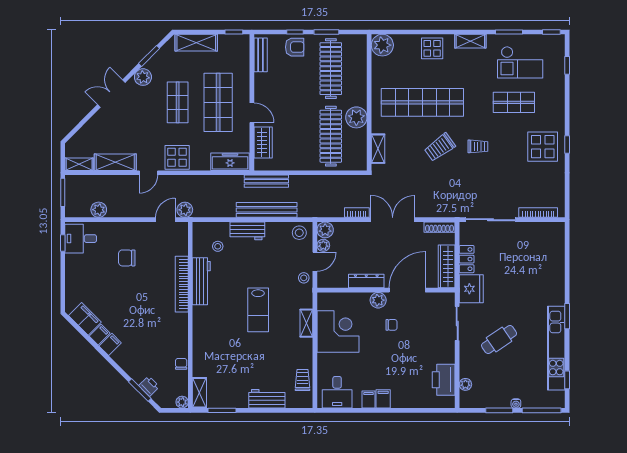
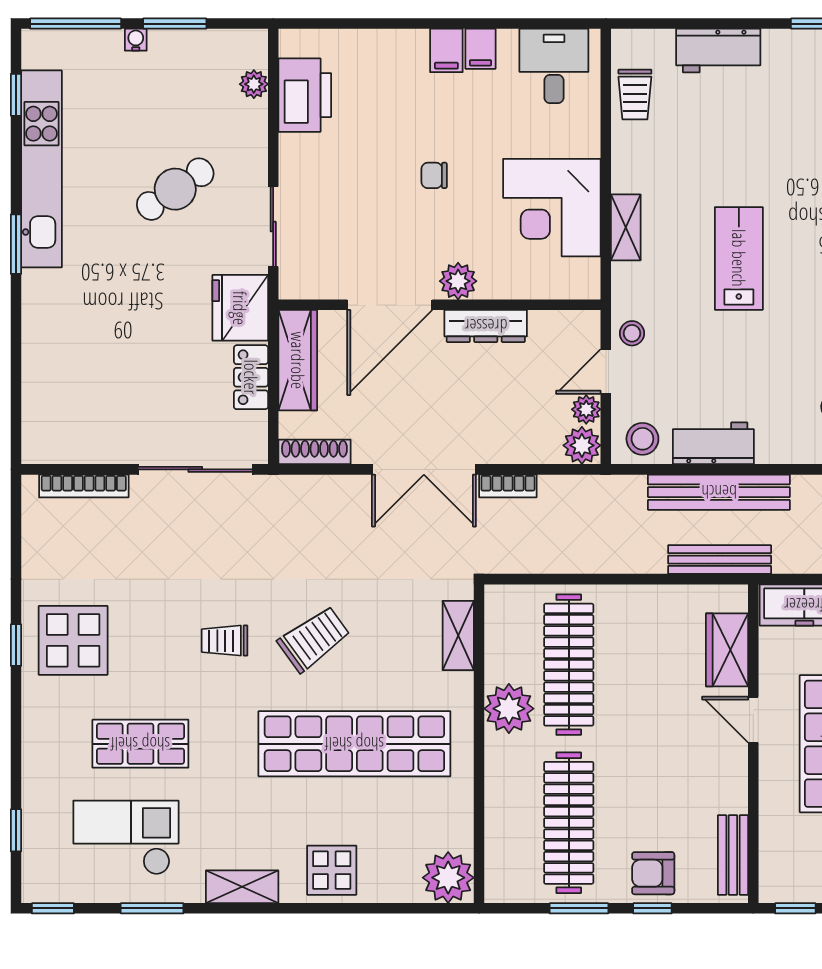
workbench: (247, 231) -> (713, 443), moved
chair: (392, 325) -> (434, 175), moved

